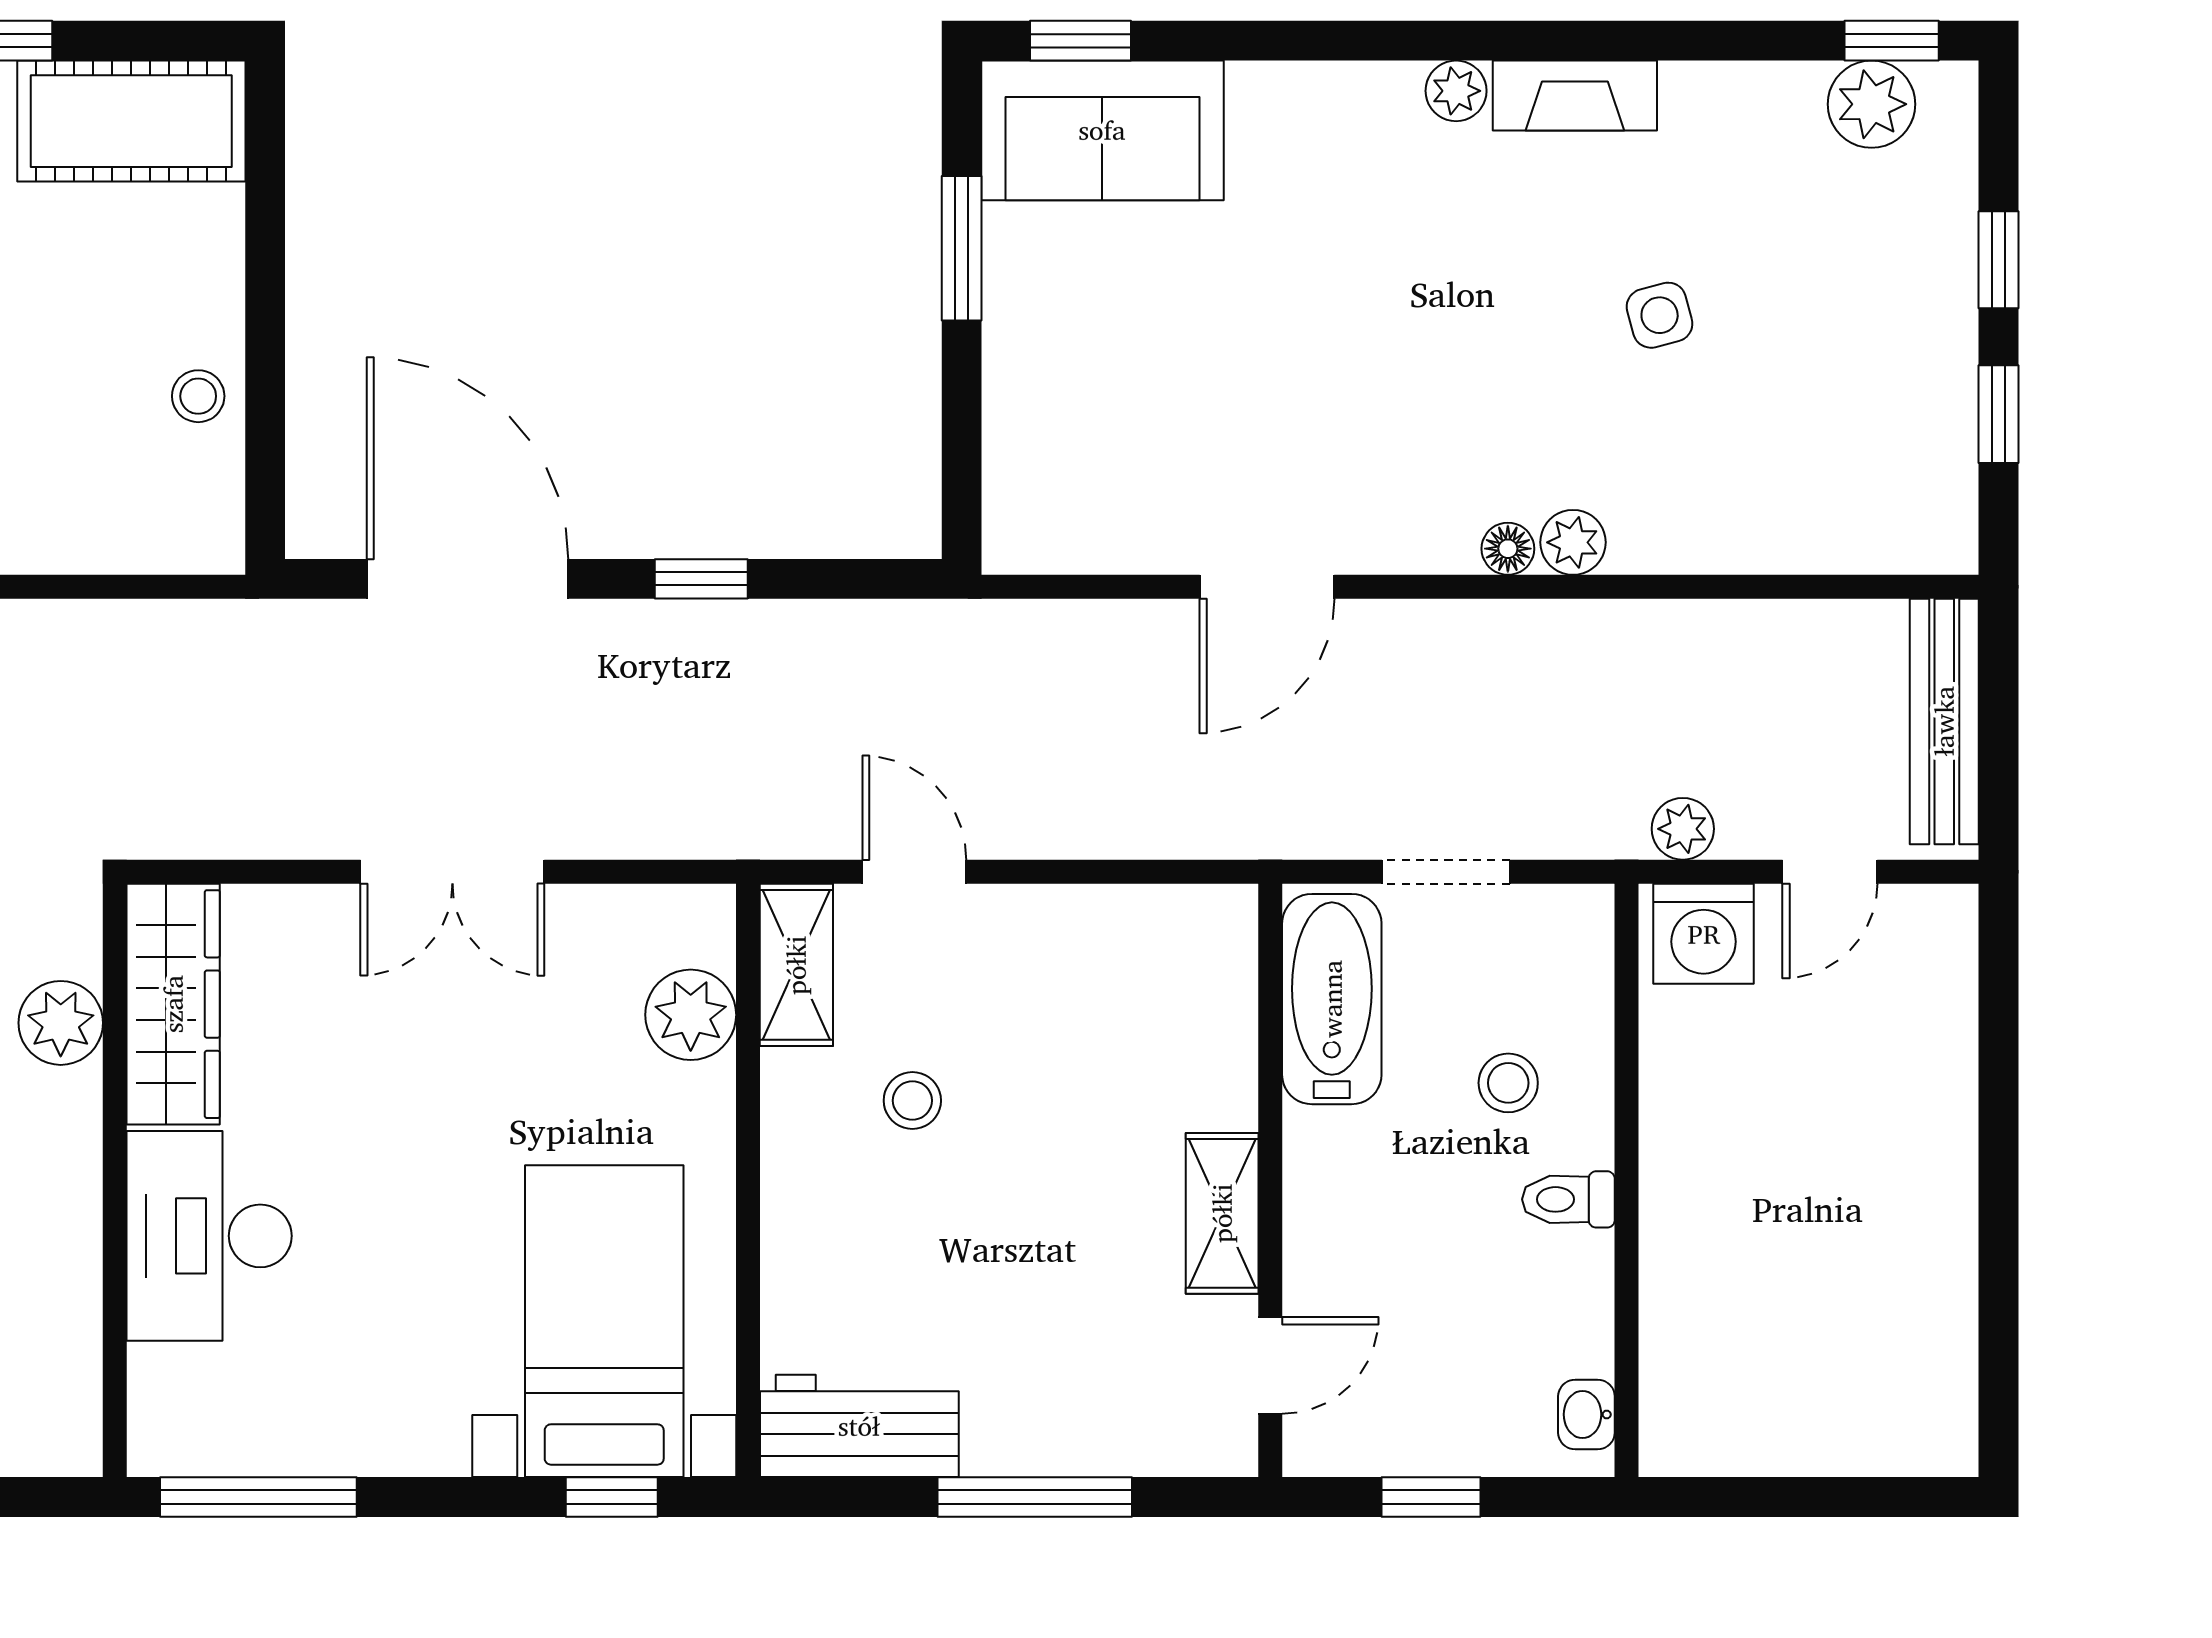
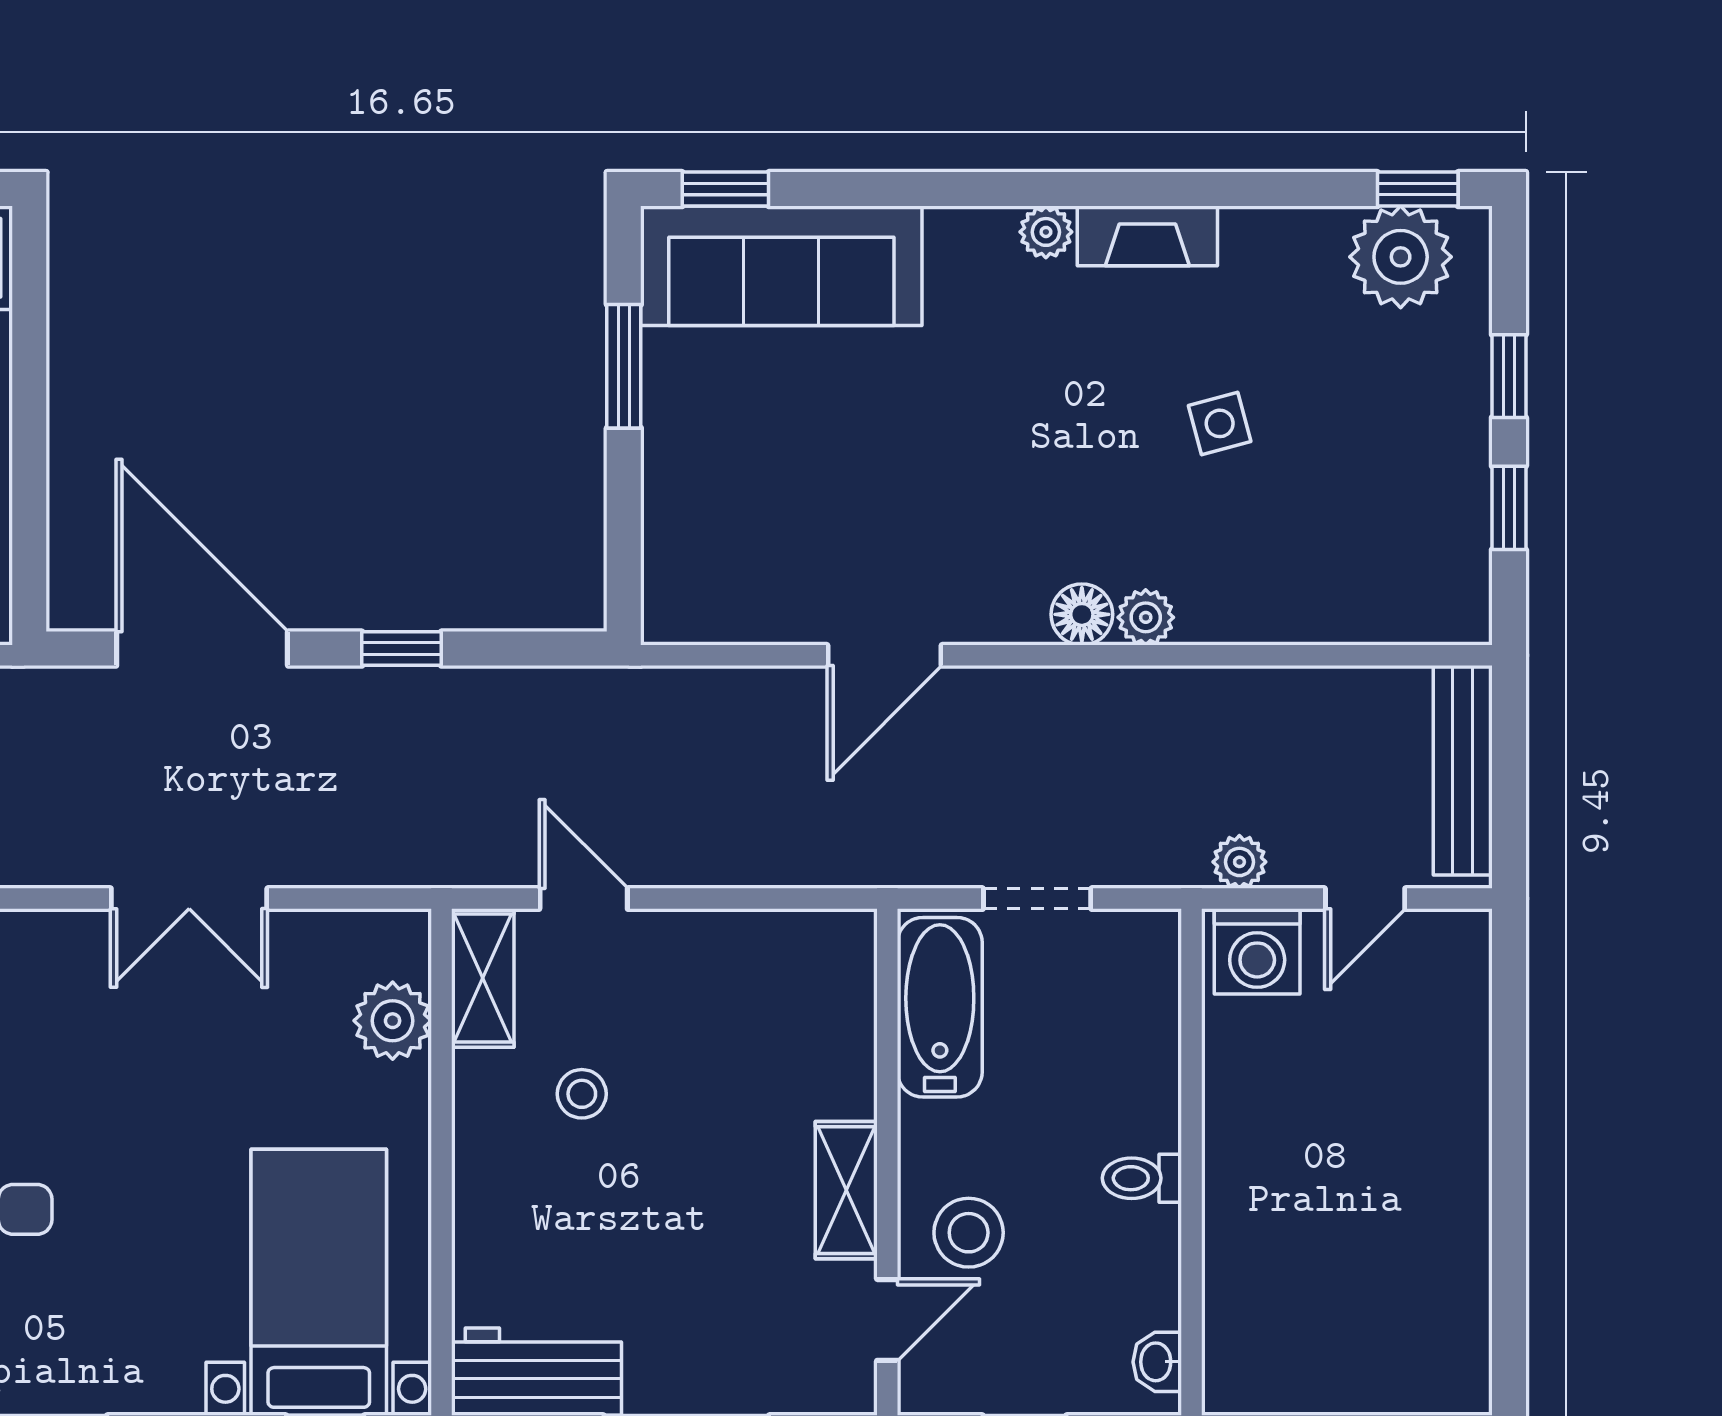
plant: (1872, 104) -> (1401, 257), width x1.36, depth x1.36
sofa: (1102, 130) -> (781, 266), width x1.36
floor lamp: (1508, 549) -> (1082, 614), width x1.37, depth x1.37
stool: (1508, 1083) -> (969, 1233), moved, width x1.37, depth x1.37

